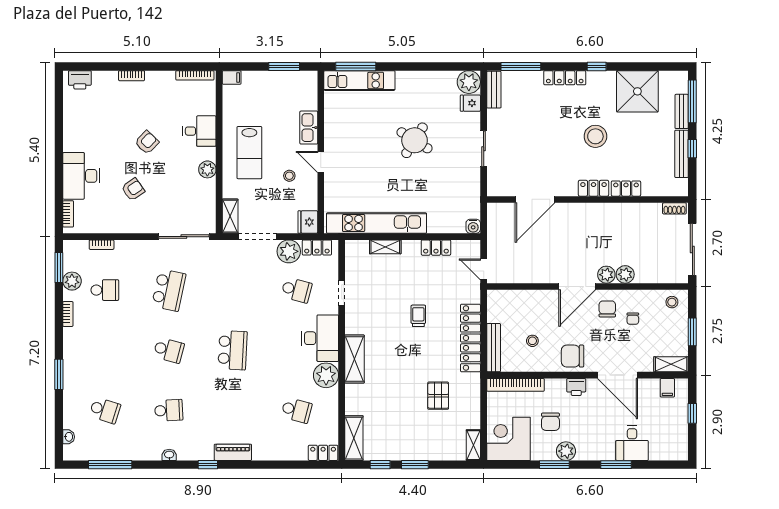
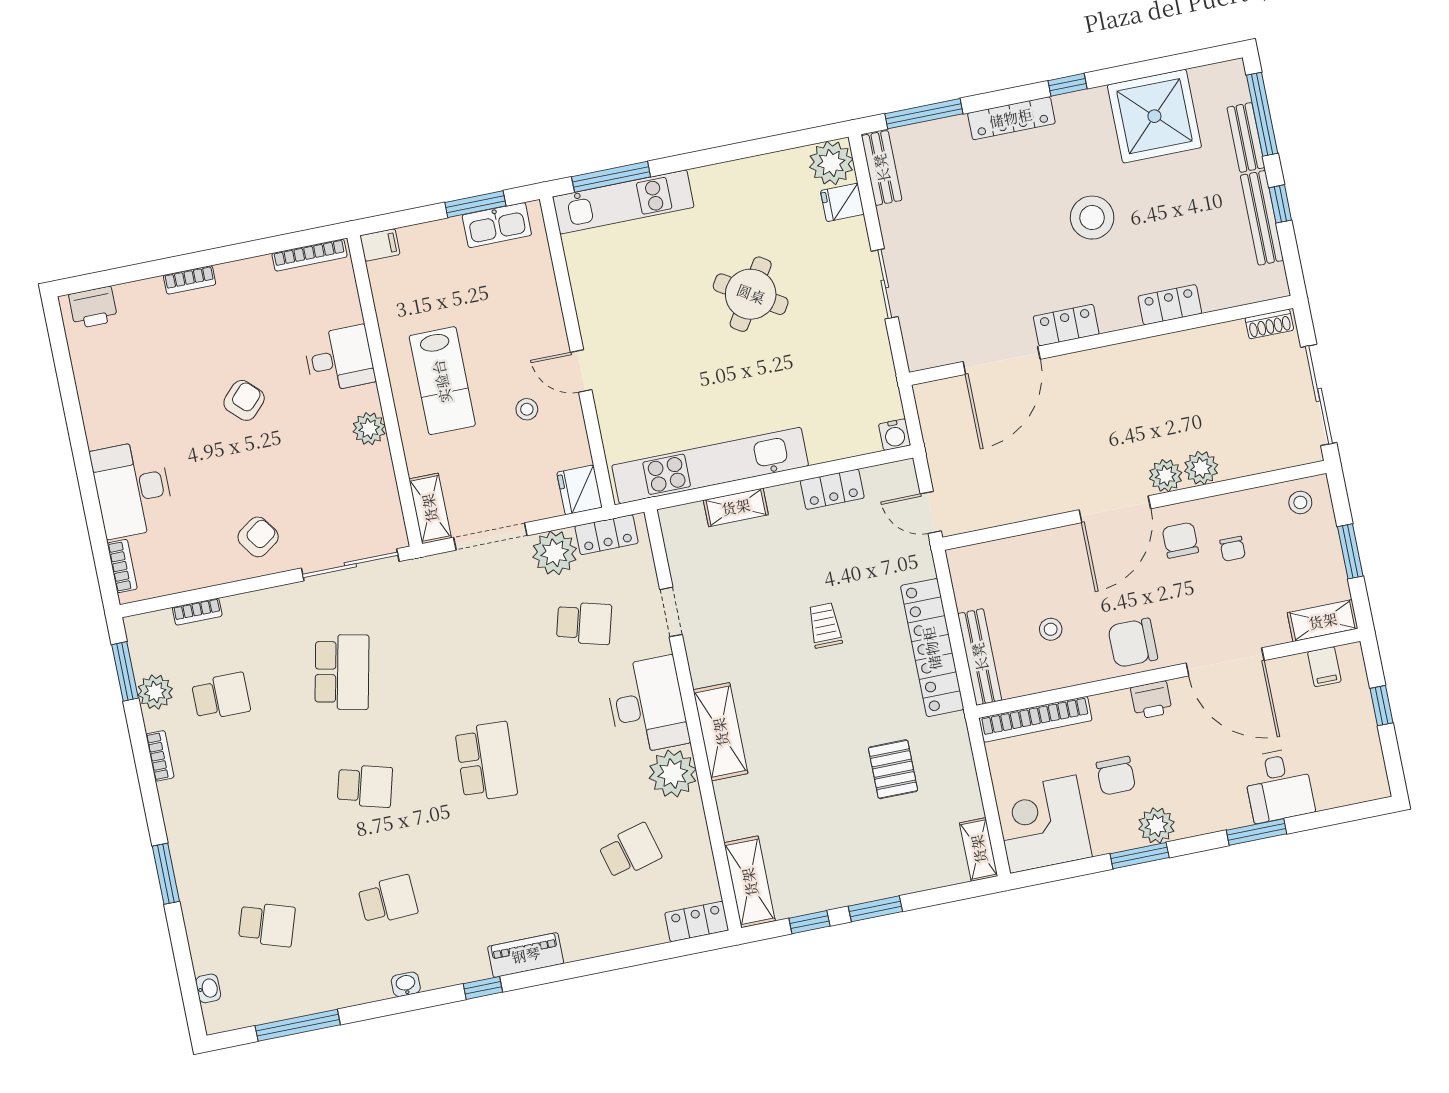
kitchen sink: (309, 128) -> (497, 225), moved, turned -90
locker: (594, 188) -> (1066, 325), moved
armchair: (133, 189) -> (258, 537), moved
school desk: (296, 410) -> (630, 851), turned -30

